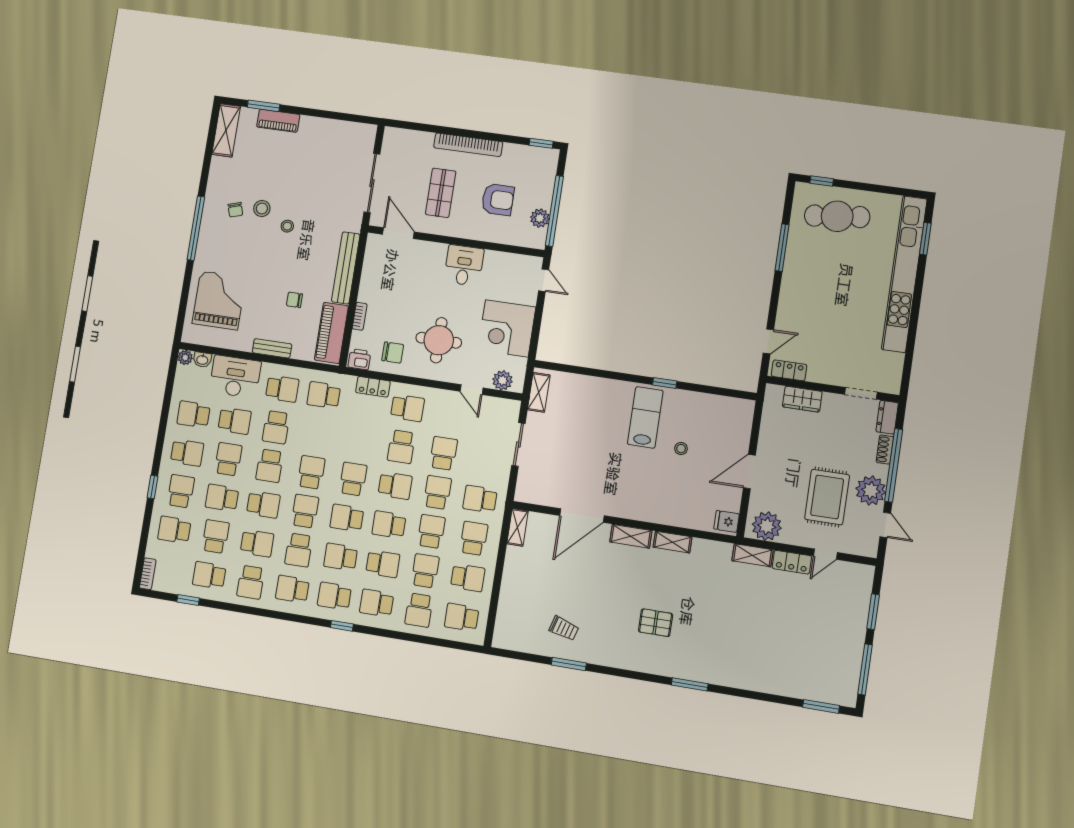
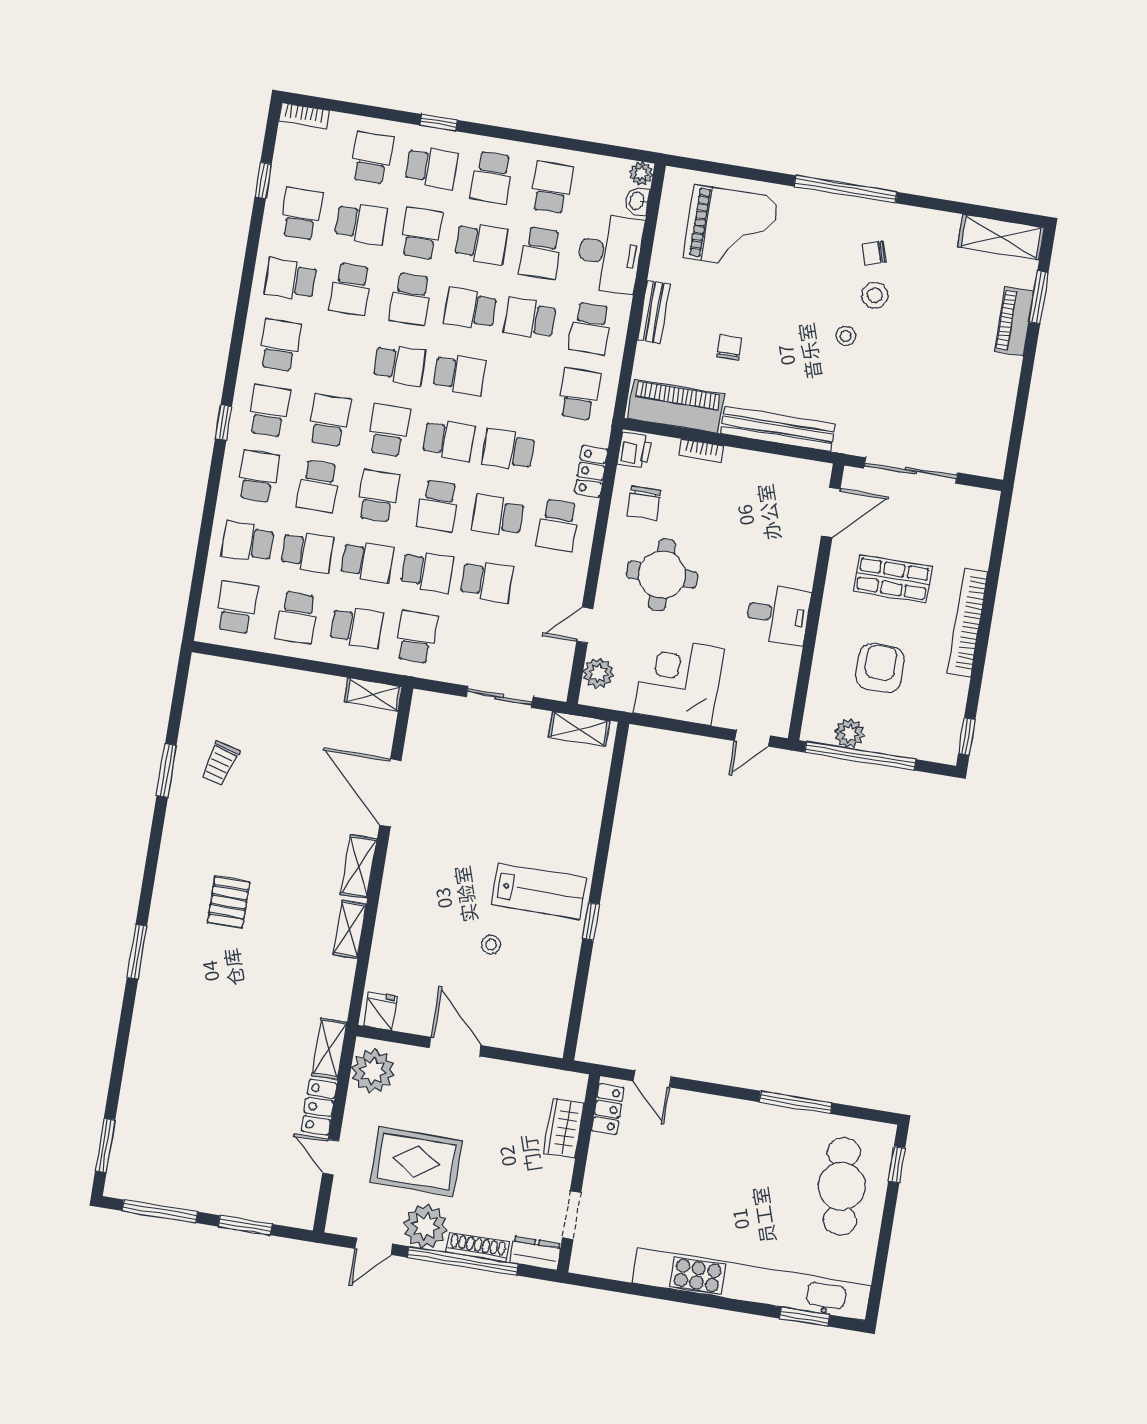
armchair: (498, 200) -> (880, 668), turned 180
shoe rack: (885, 450) -> (478, 1247), width x1.43
school desk: (299, 550) -> (509, 450), moved

